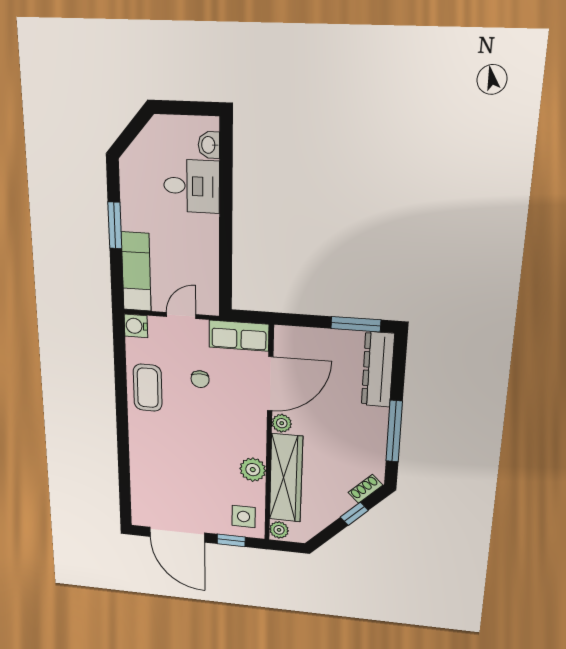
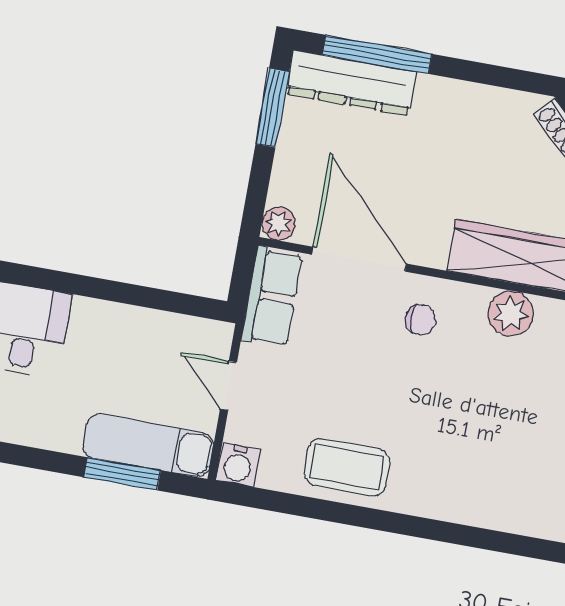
window: (115, 225) -> (123, 474), moved
chair: (200, 379) -> (421, 320), moved
plant: (282, 423) -> (279, 224), moved
window: (394, 431) -> (377, 54), moved

